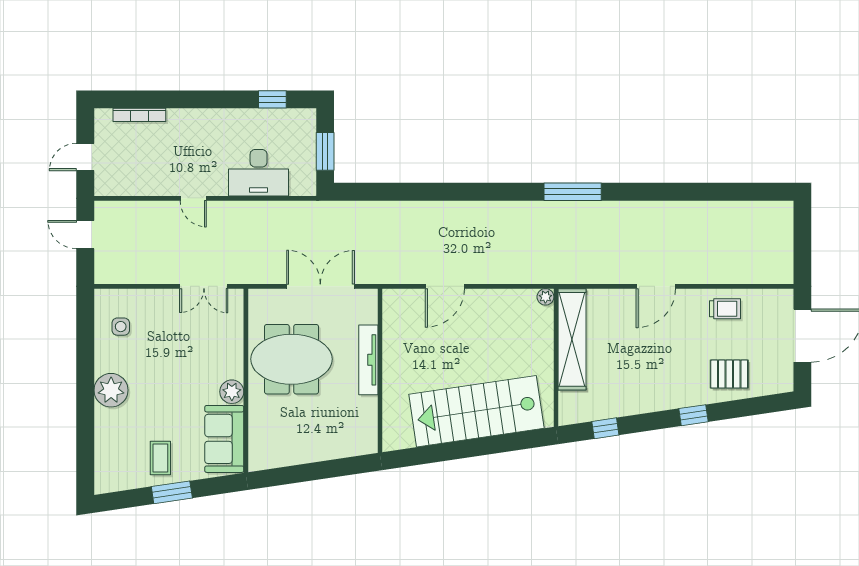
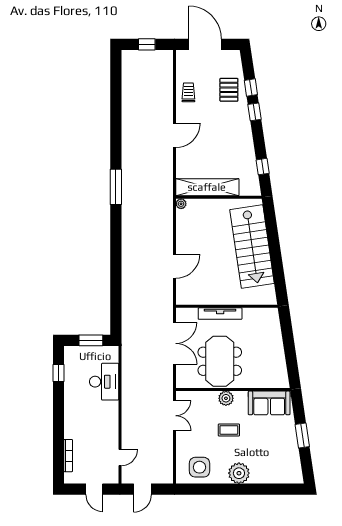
door: (193, 198) -> (120, 458), moved
window: (802, 242) -> (147, 44), added
double door: (320, 286) -> (175, 343), swing flipped
door: (445, 286) -> (175, 266), hinge flipped
door: (656, 286) -> (175, 135), hinge flipped
side table: (121, 327) -> (199, 467), width x1.87, depth x1.87
plant: (232, 392) -> (226, 398), moved
window: (733, 409) -> (251, 87), added
coffee table: (160, 458) -> (229, 430), moved

